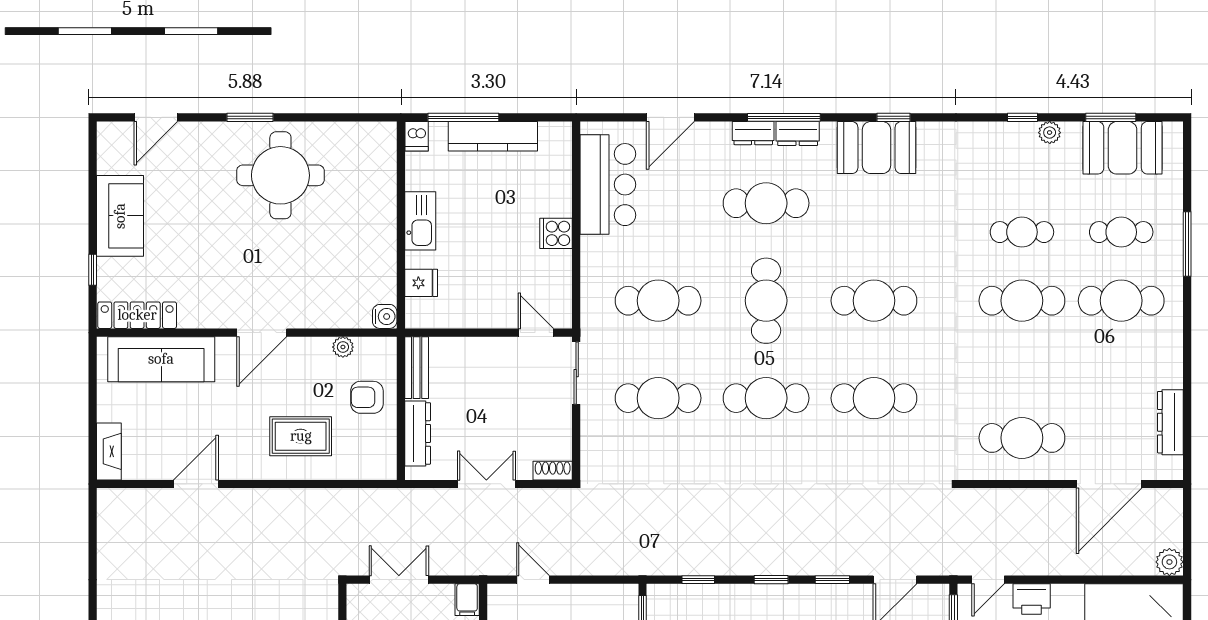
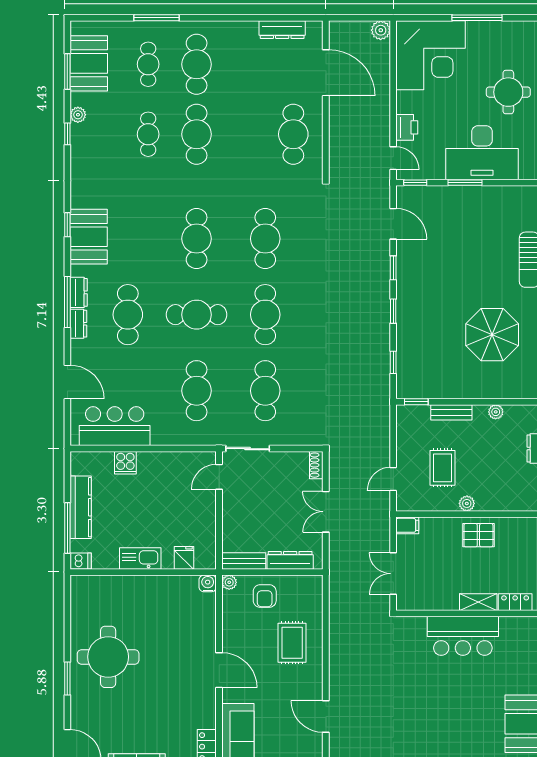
cooker: (556, 233) -> (125, 463), moved
plant: (343, 347) -> (229, 582), moved

